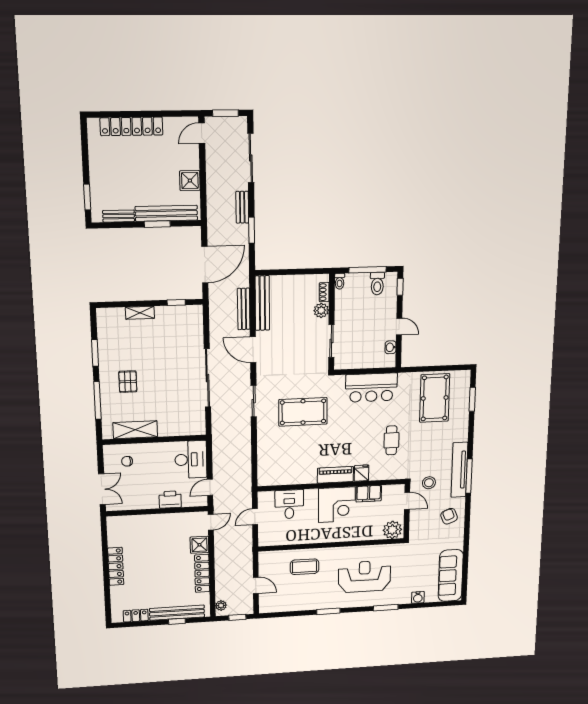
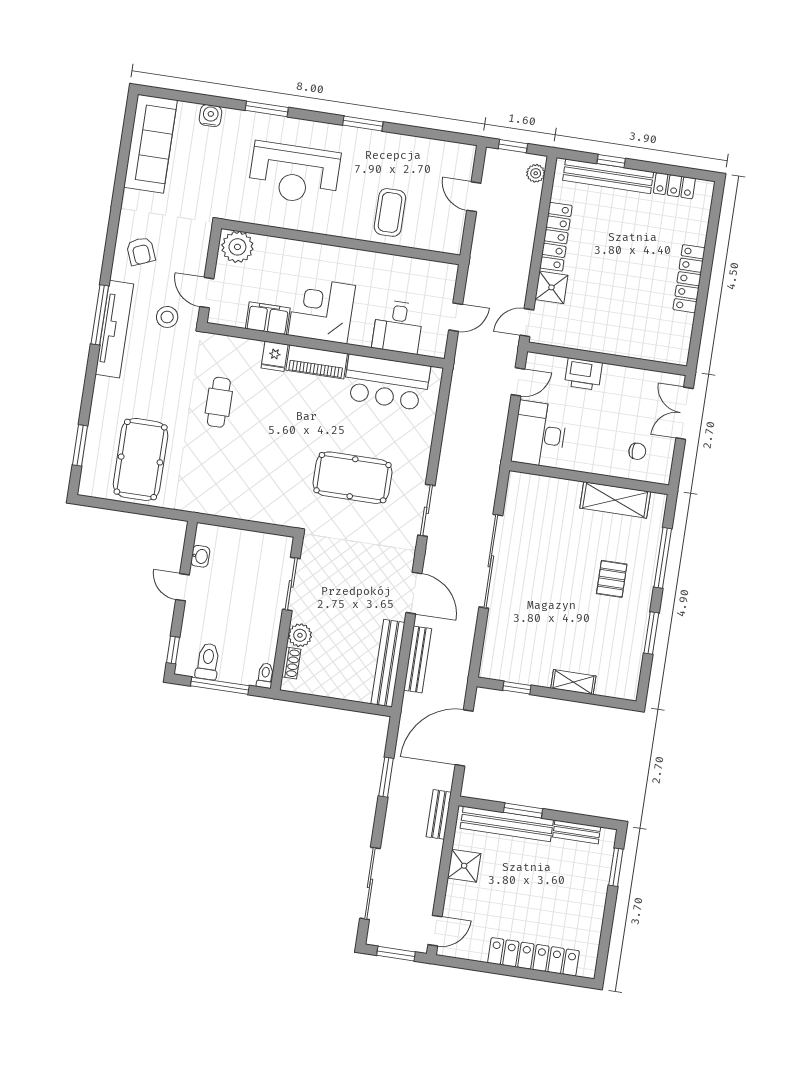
bench: (242, 207) -> (439, 814), moved
bar counter: (371, 388) -> (387, 382), moved, turned 180
coffee table: (305, 567) -> (390, 212), turned 90

